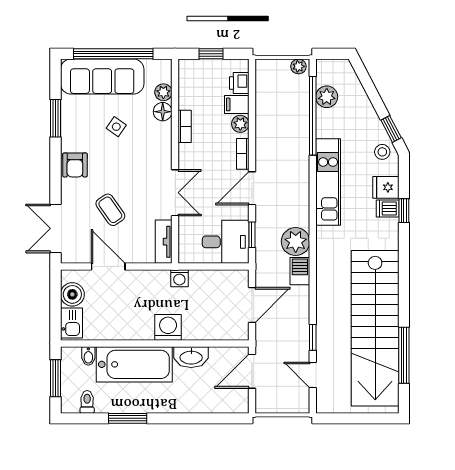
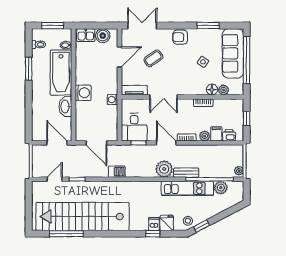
bench: (302, 155) -> (186, 173), added
kitchen unit: (328, 182) -> (187, 188), moved
plant: (296, 242) -> (164, 169), moved

